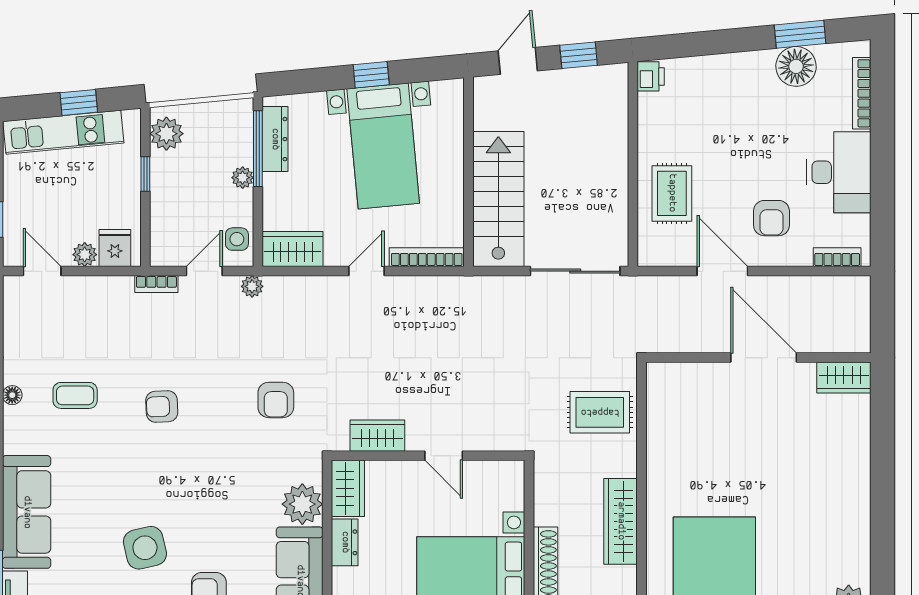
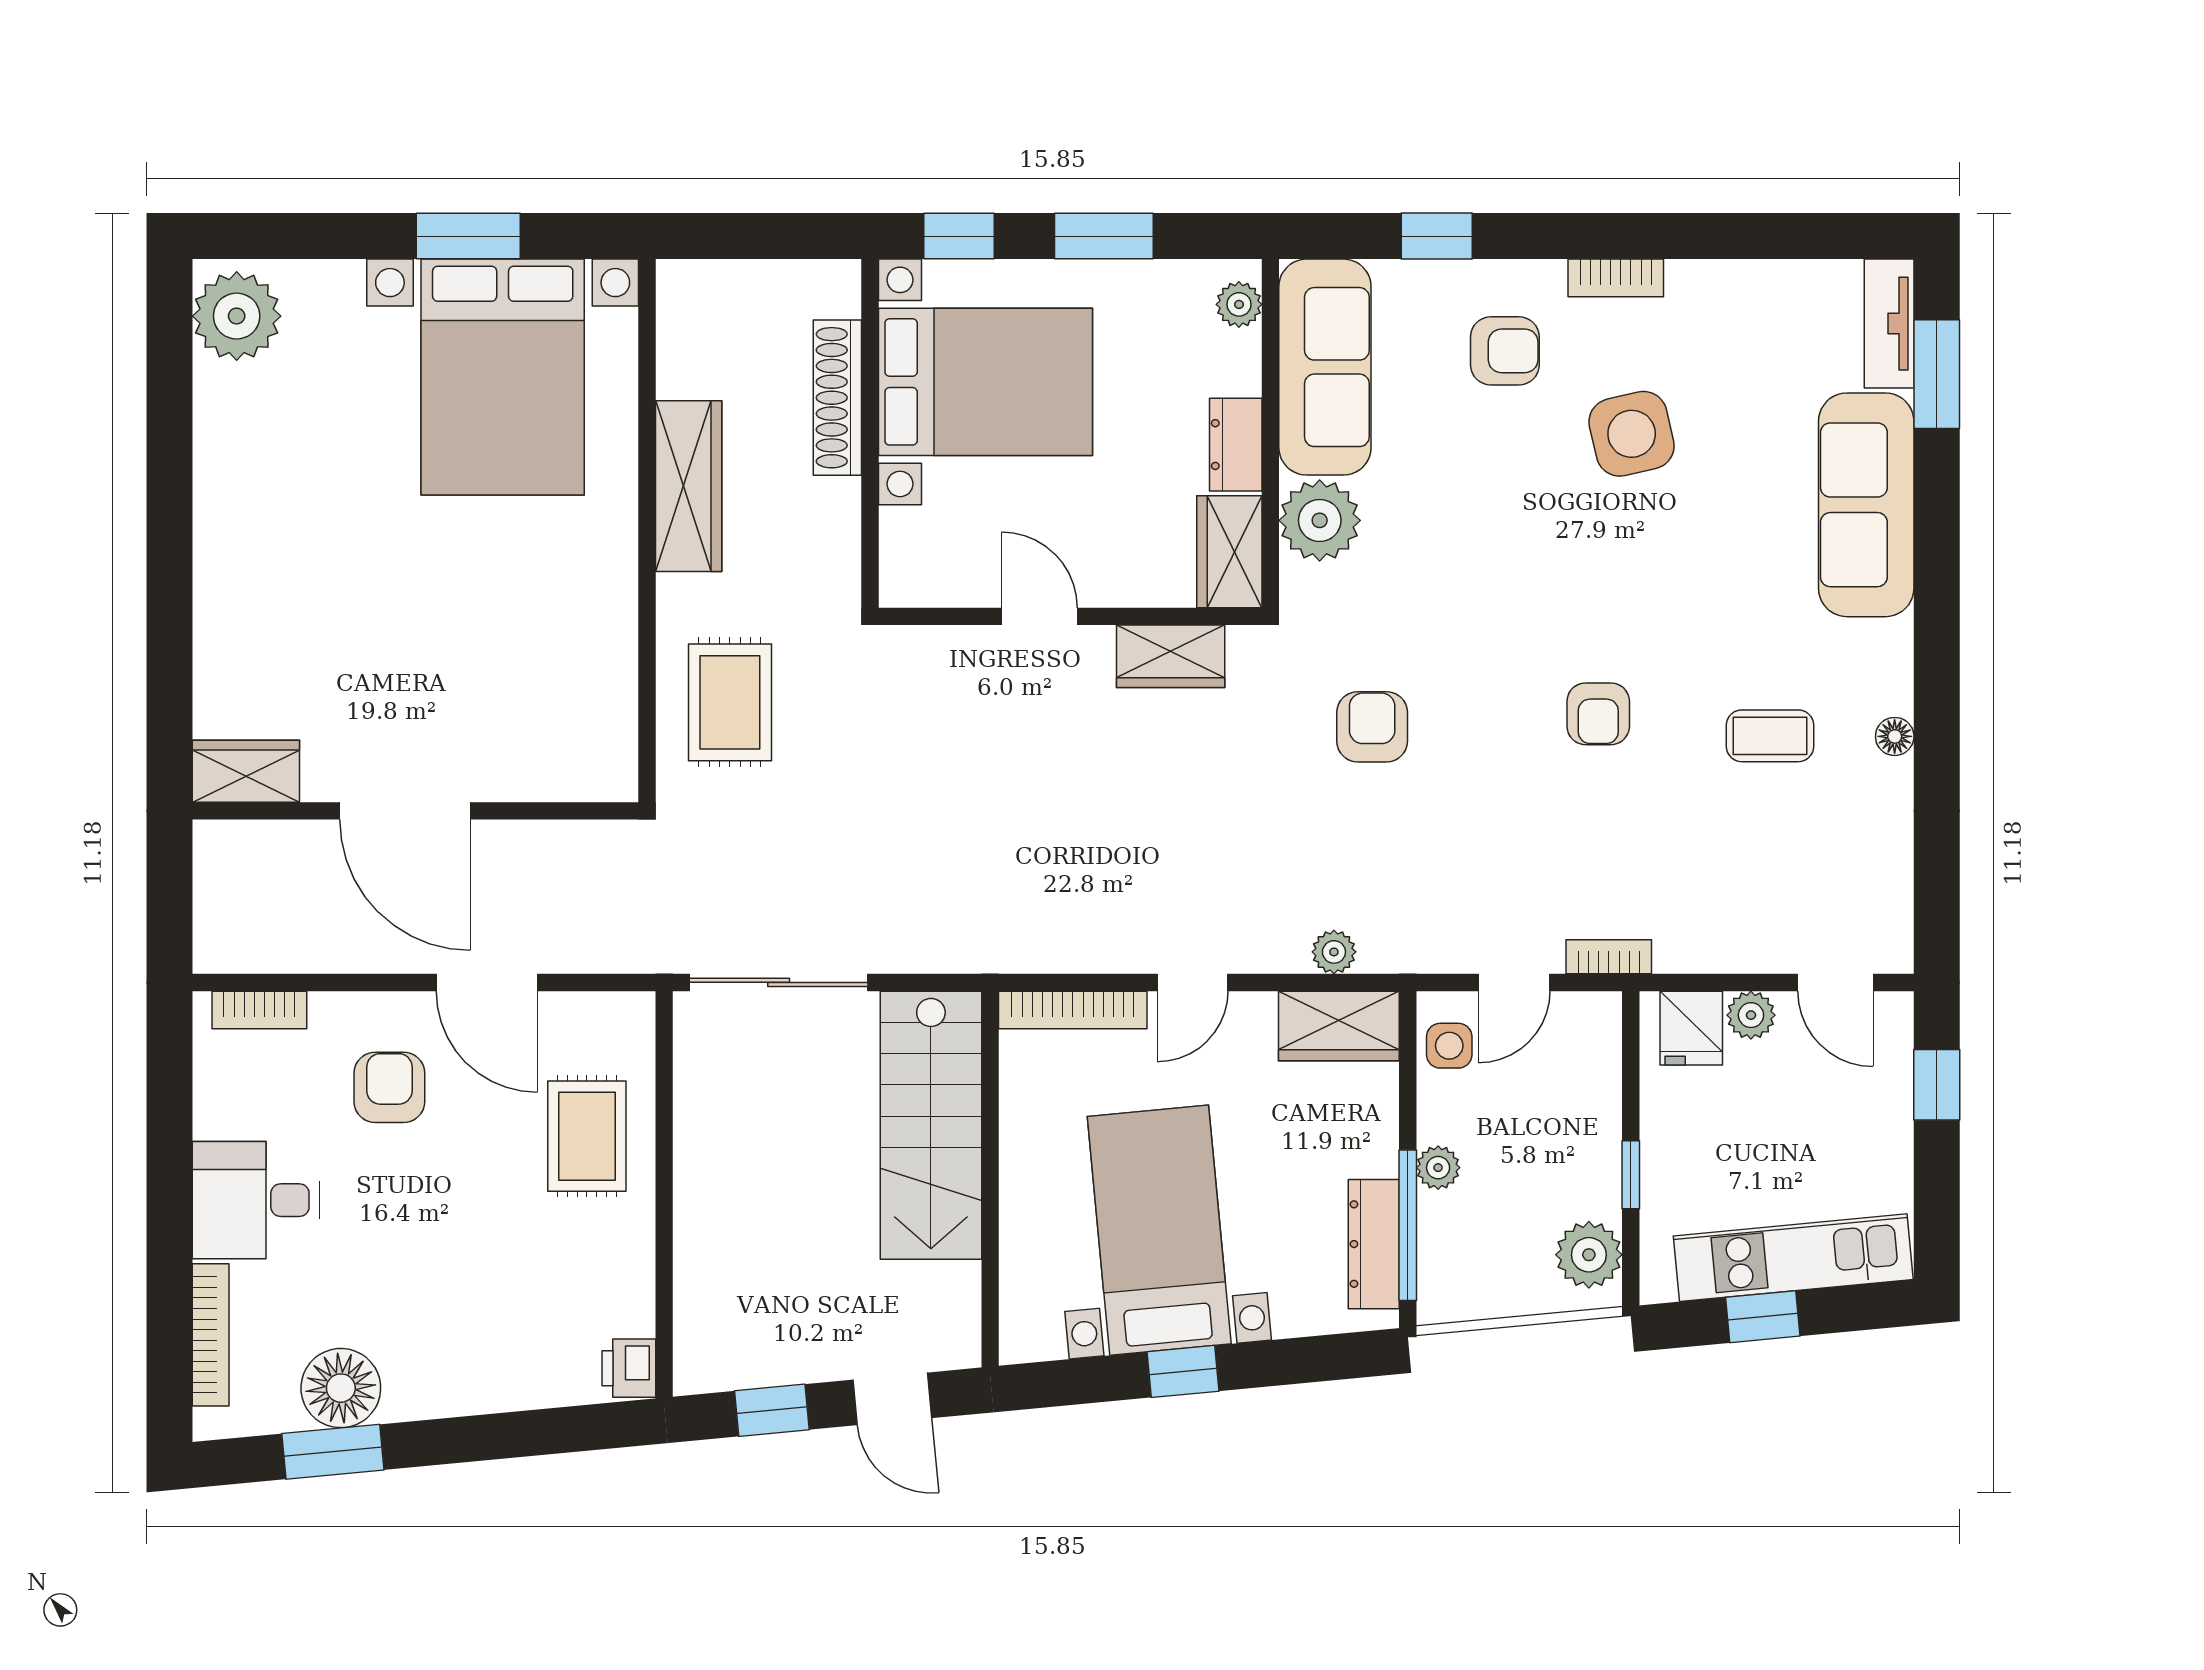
door: (518, 61) -> (892, 1399), hinge flipped
desk: (839, 172) -> (256, 1200), width x0.73
plant: (252, 286) -> (1334, 952), moved
armchair: (162, 407) -> (1598, 714), turned 93
rug: (600, 412) -> (730, 702), turned 90

